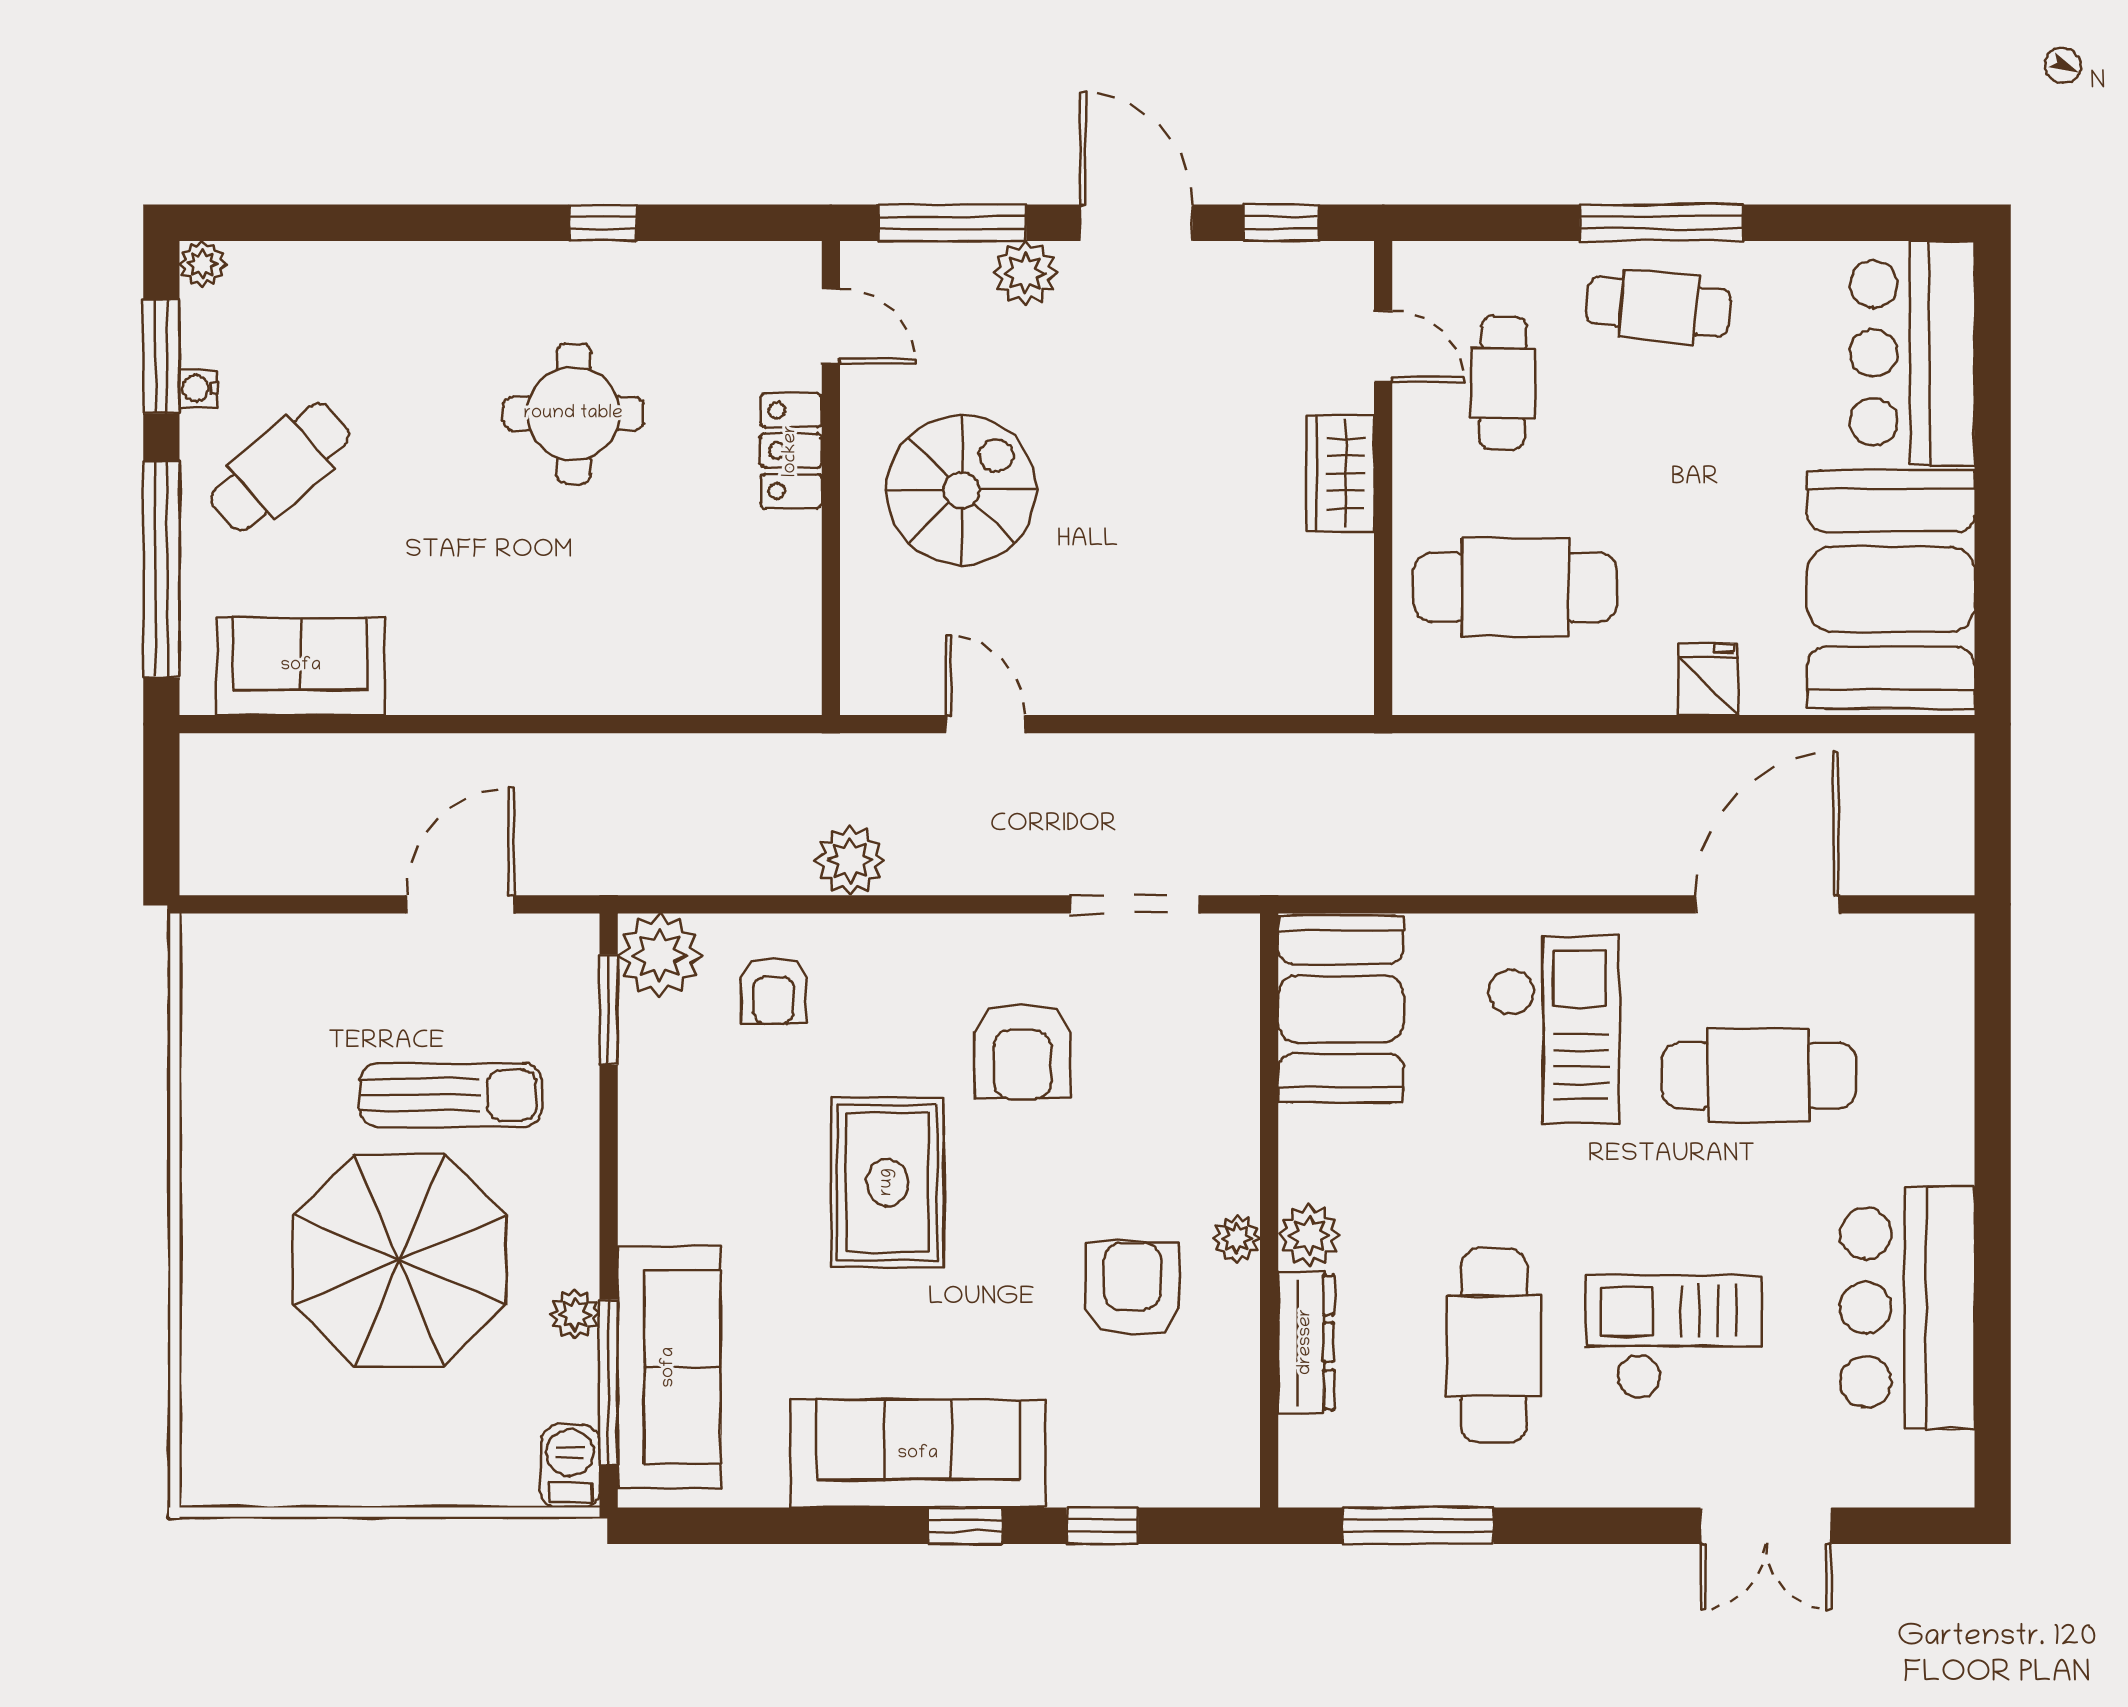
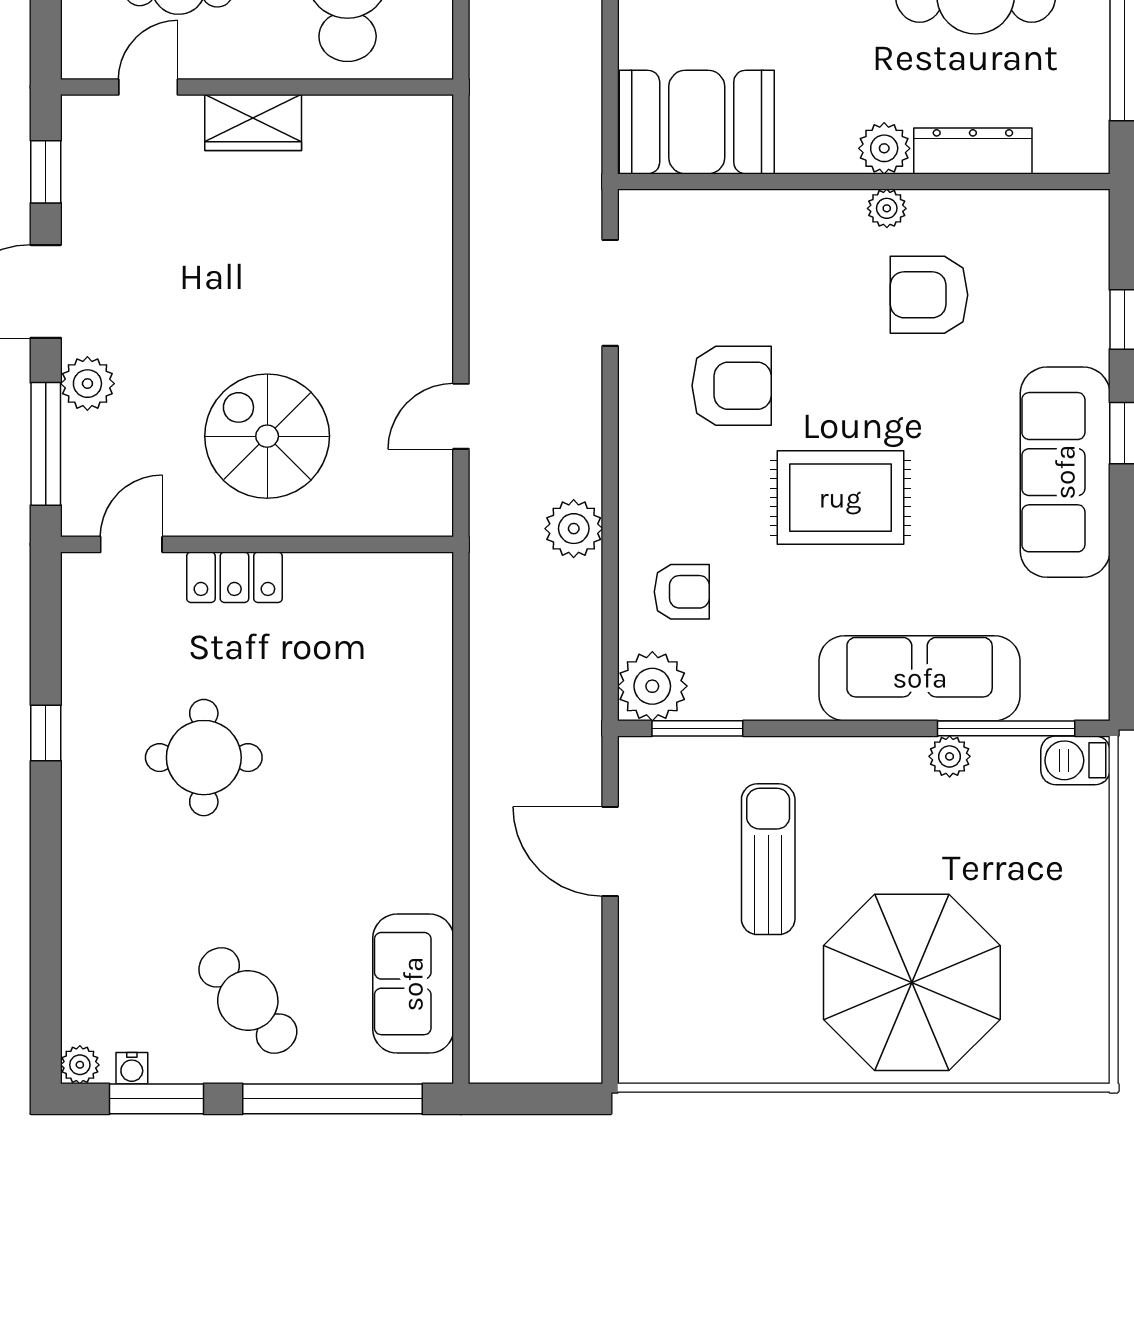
water cooler: (198, 388) -> (132, 1068), moved
parasol: (399, 1260) -> (912, 982), moved
sofa: (669, 1367) -> (920, 678), moved

